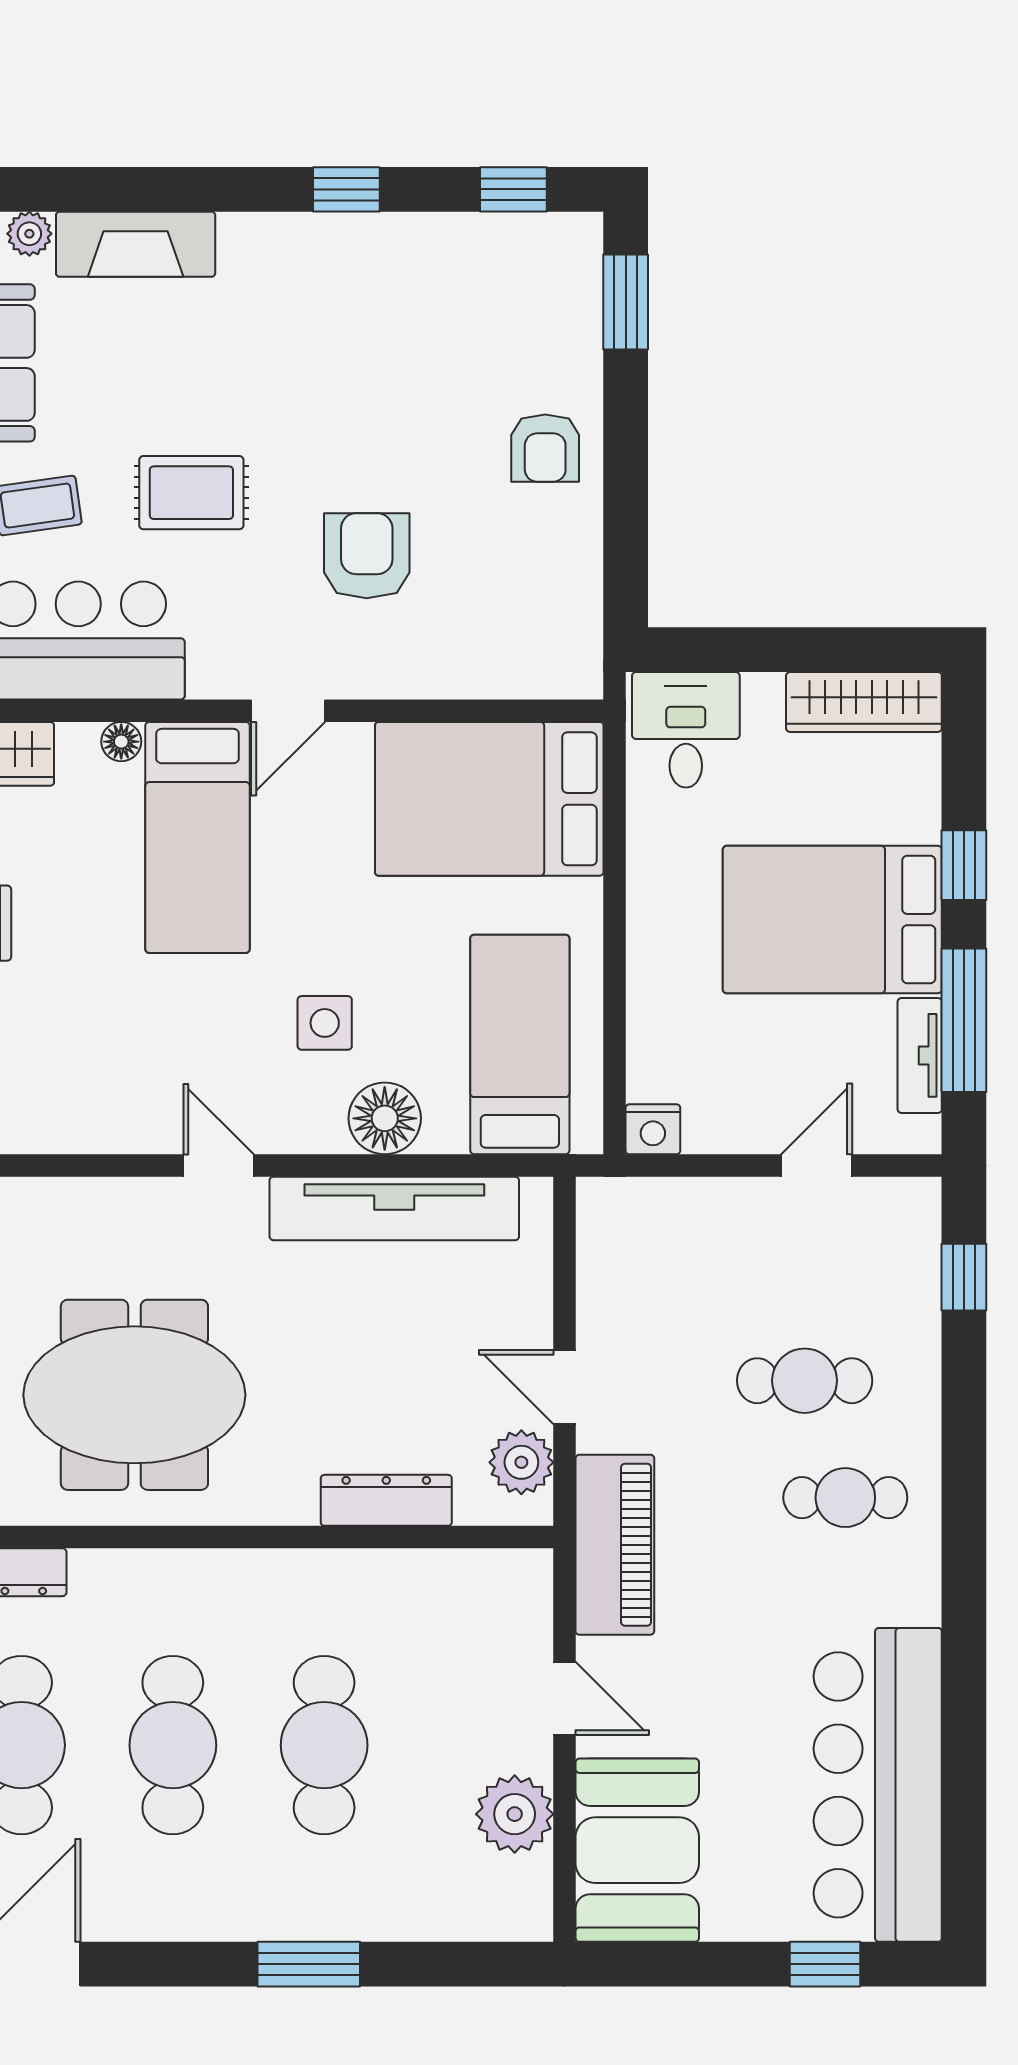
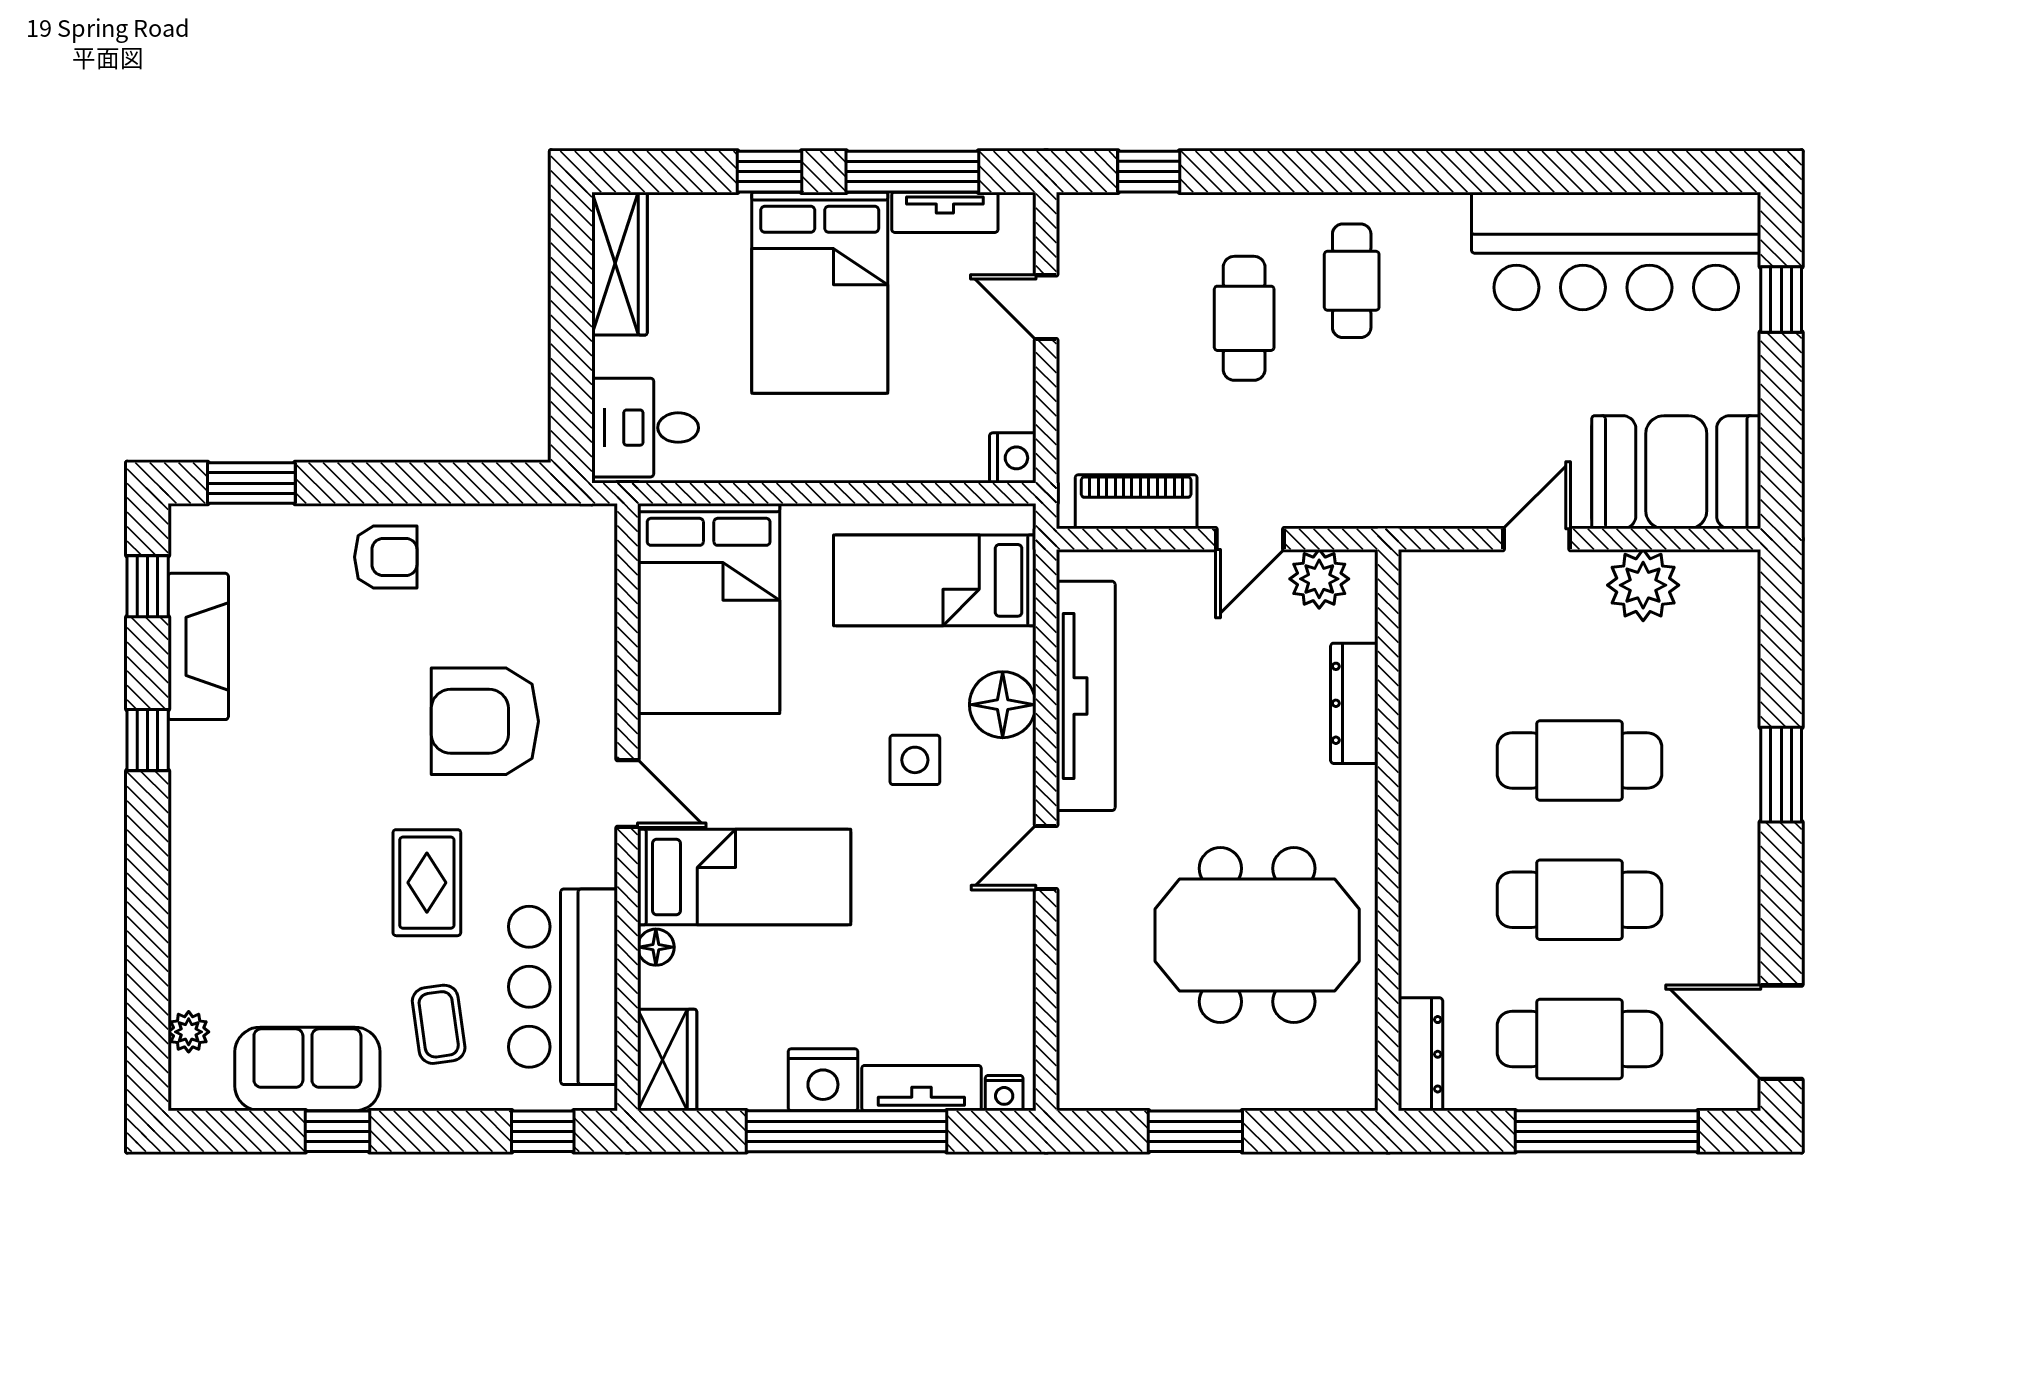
fireplace: (136, 244) -> (198, 646), moved
armchair: (367, 556) -> (485, 721), width x1.36, depth x1.36
meeting table: (134, 1395) -> (1257, 935), turned 90
piano: (615, 1545) -> (1136, 502), moved, width x0.73, depth x0.75

